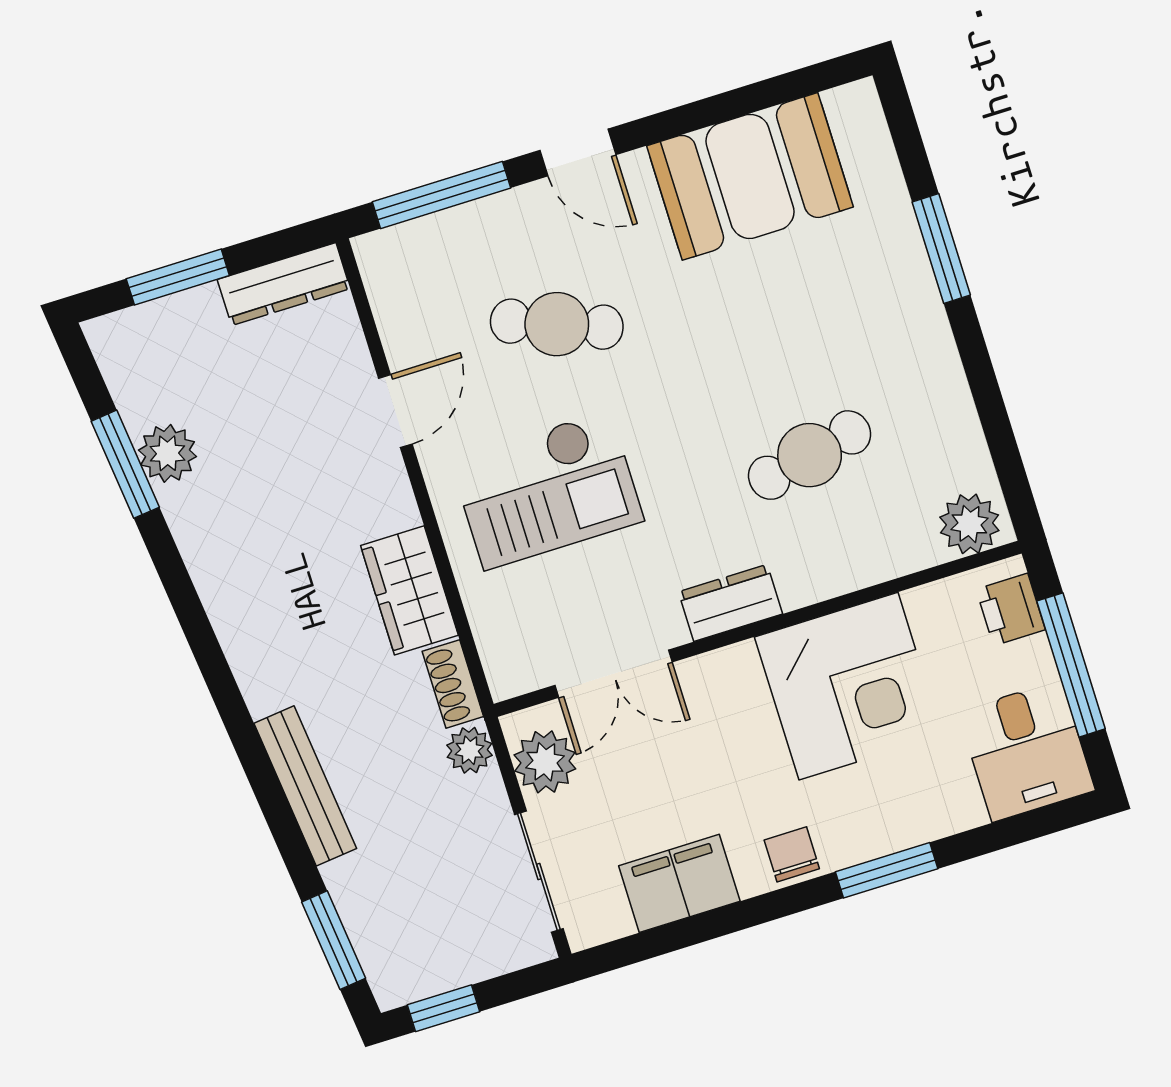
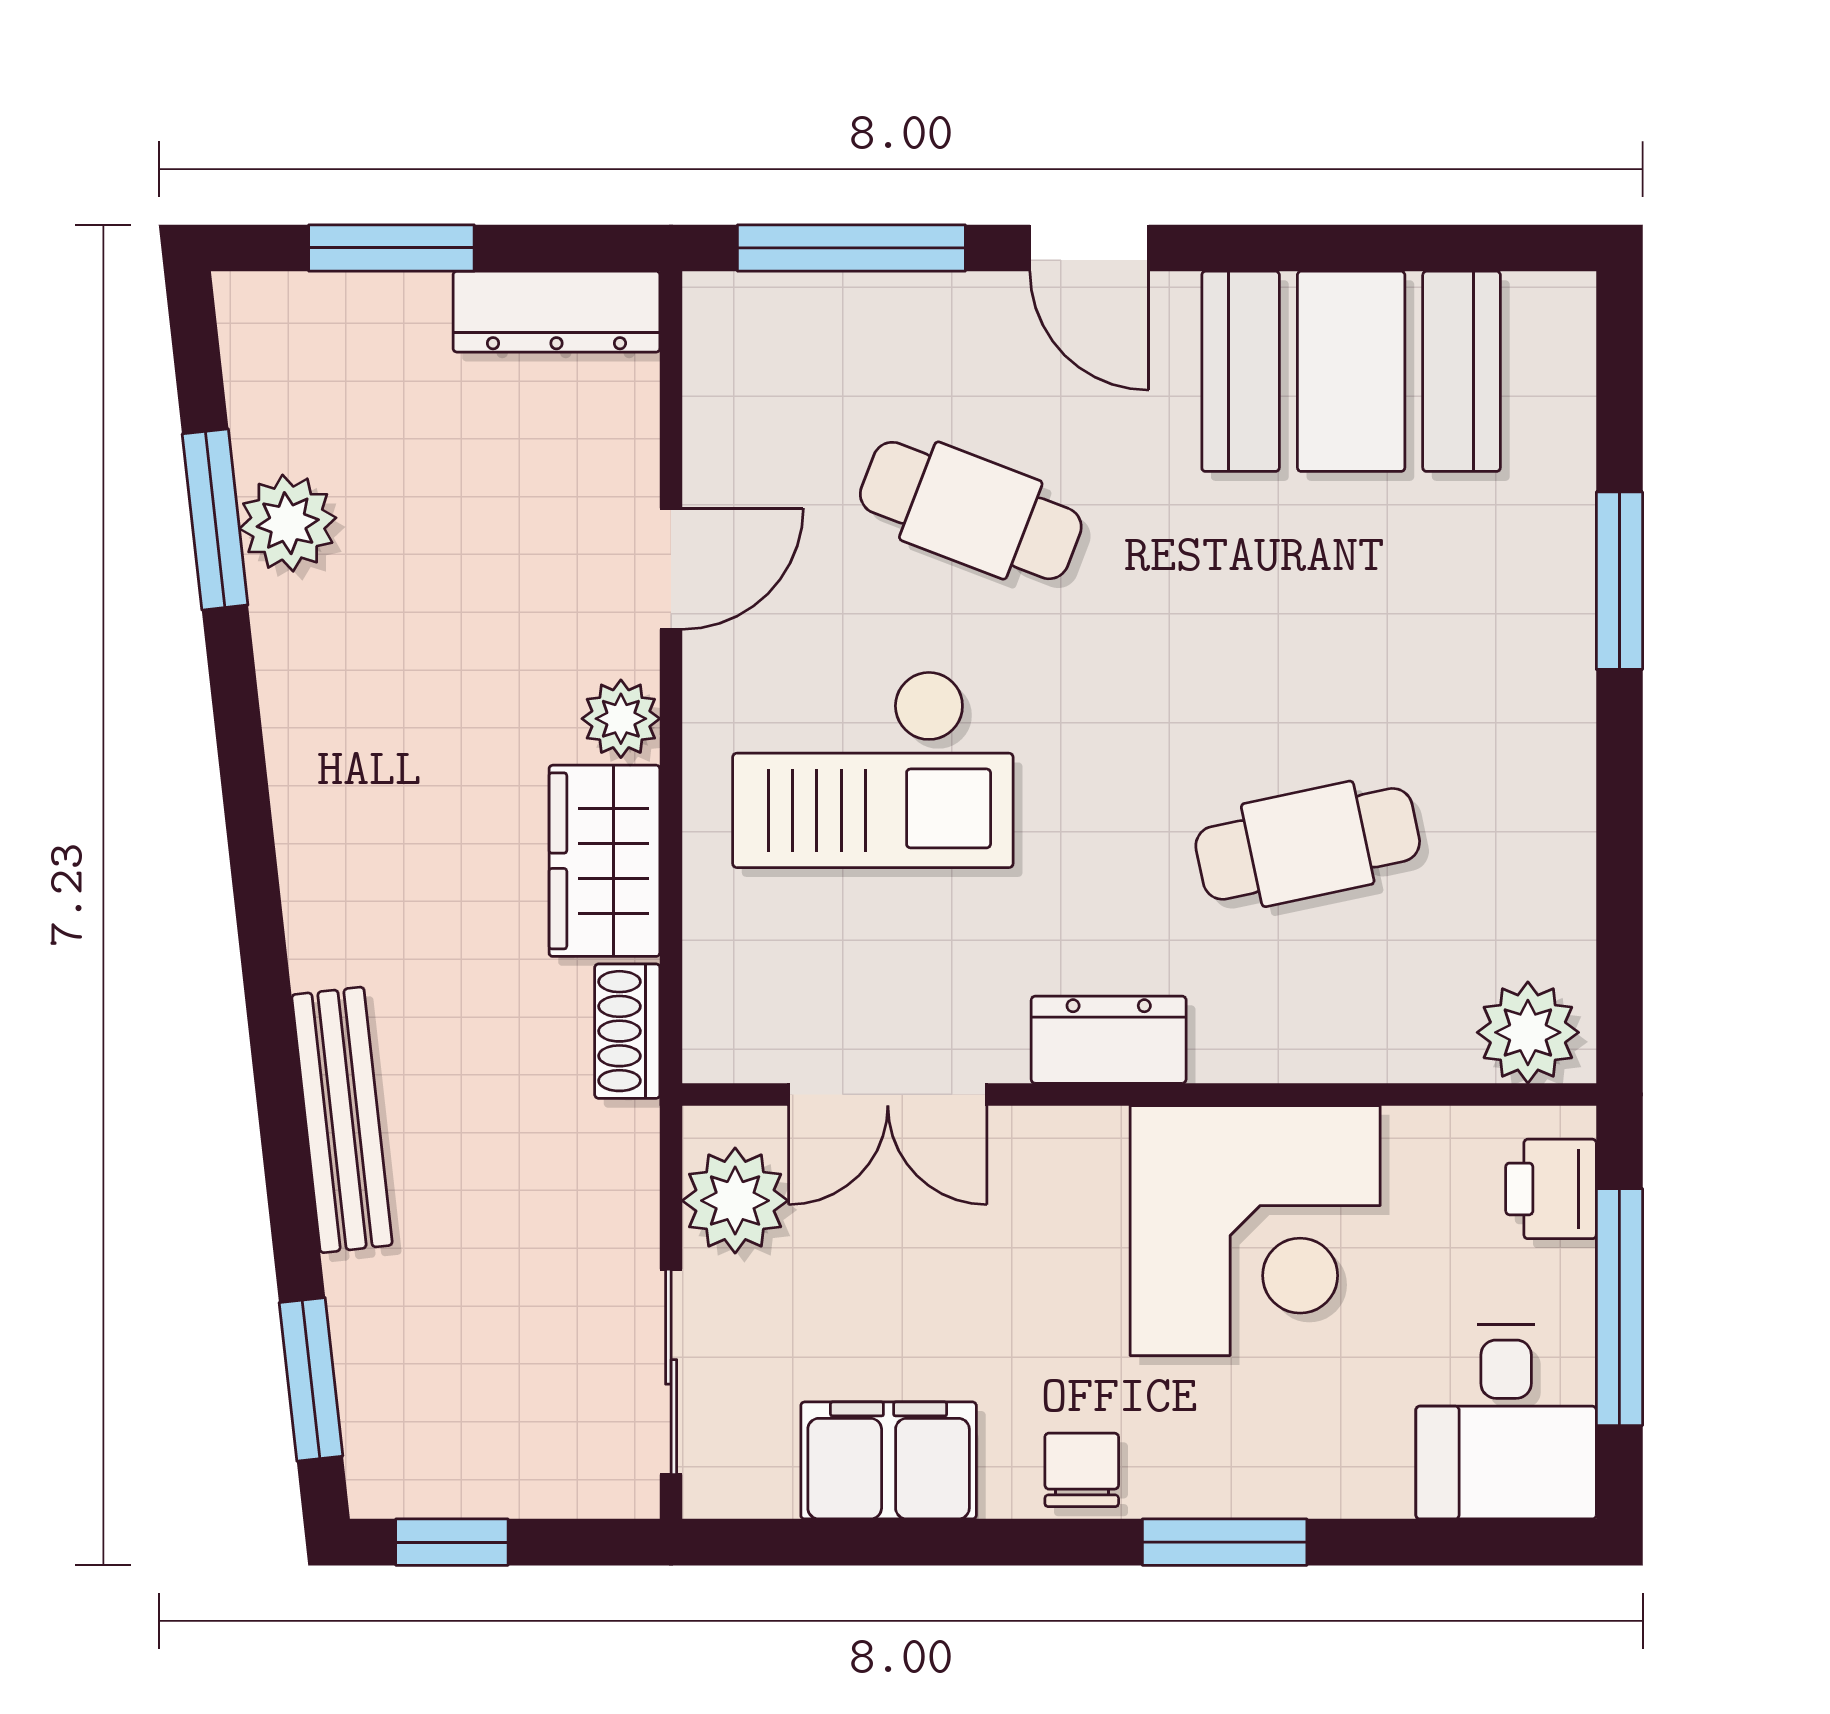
plant: (469, 750) -> (621, 719), moved

